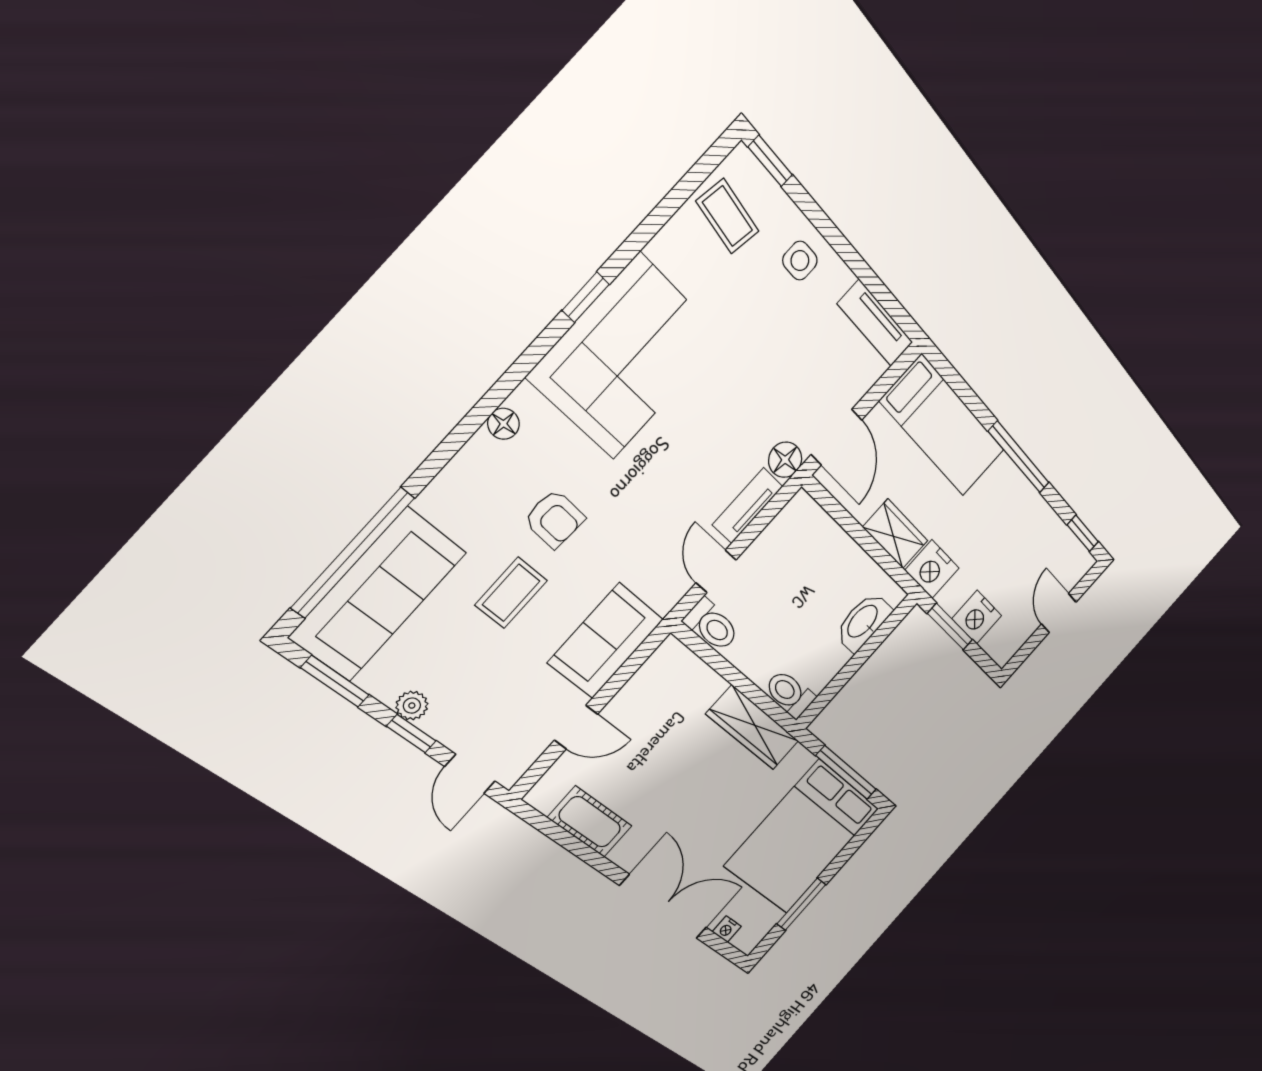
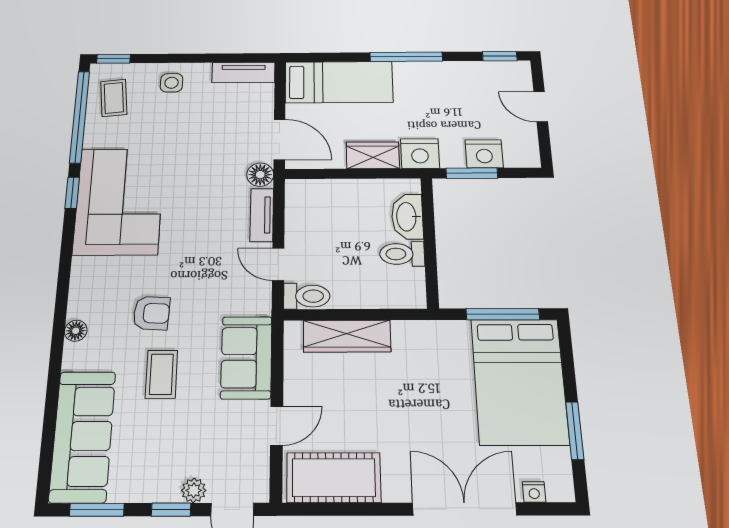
coffee table: (728, 216) -> (114, 98), turned 76
floor lamp: (503, 424) -> (76, 331), moved
window: (353, 553) -> (80, 116), moved
toilet: (790, 694) -> (402, 254), moved
plant: (412, 706) -> (194, 490), moved
wardrobe: (753, 728) -> (347, 336), moved
cot: (590, 822) -> (334, 478), width x1.37, depth x1.34

